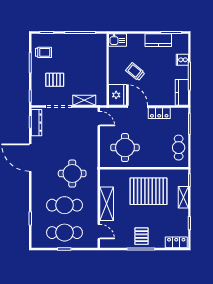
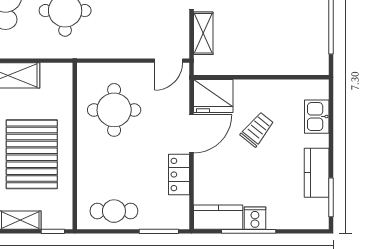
kitchen sink: (118, 40) -> (317, 117), moved
cooker: (182, 60) -> (255, 218), moved

